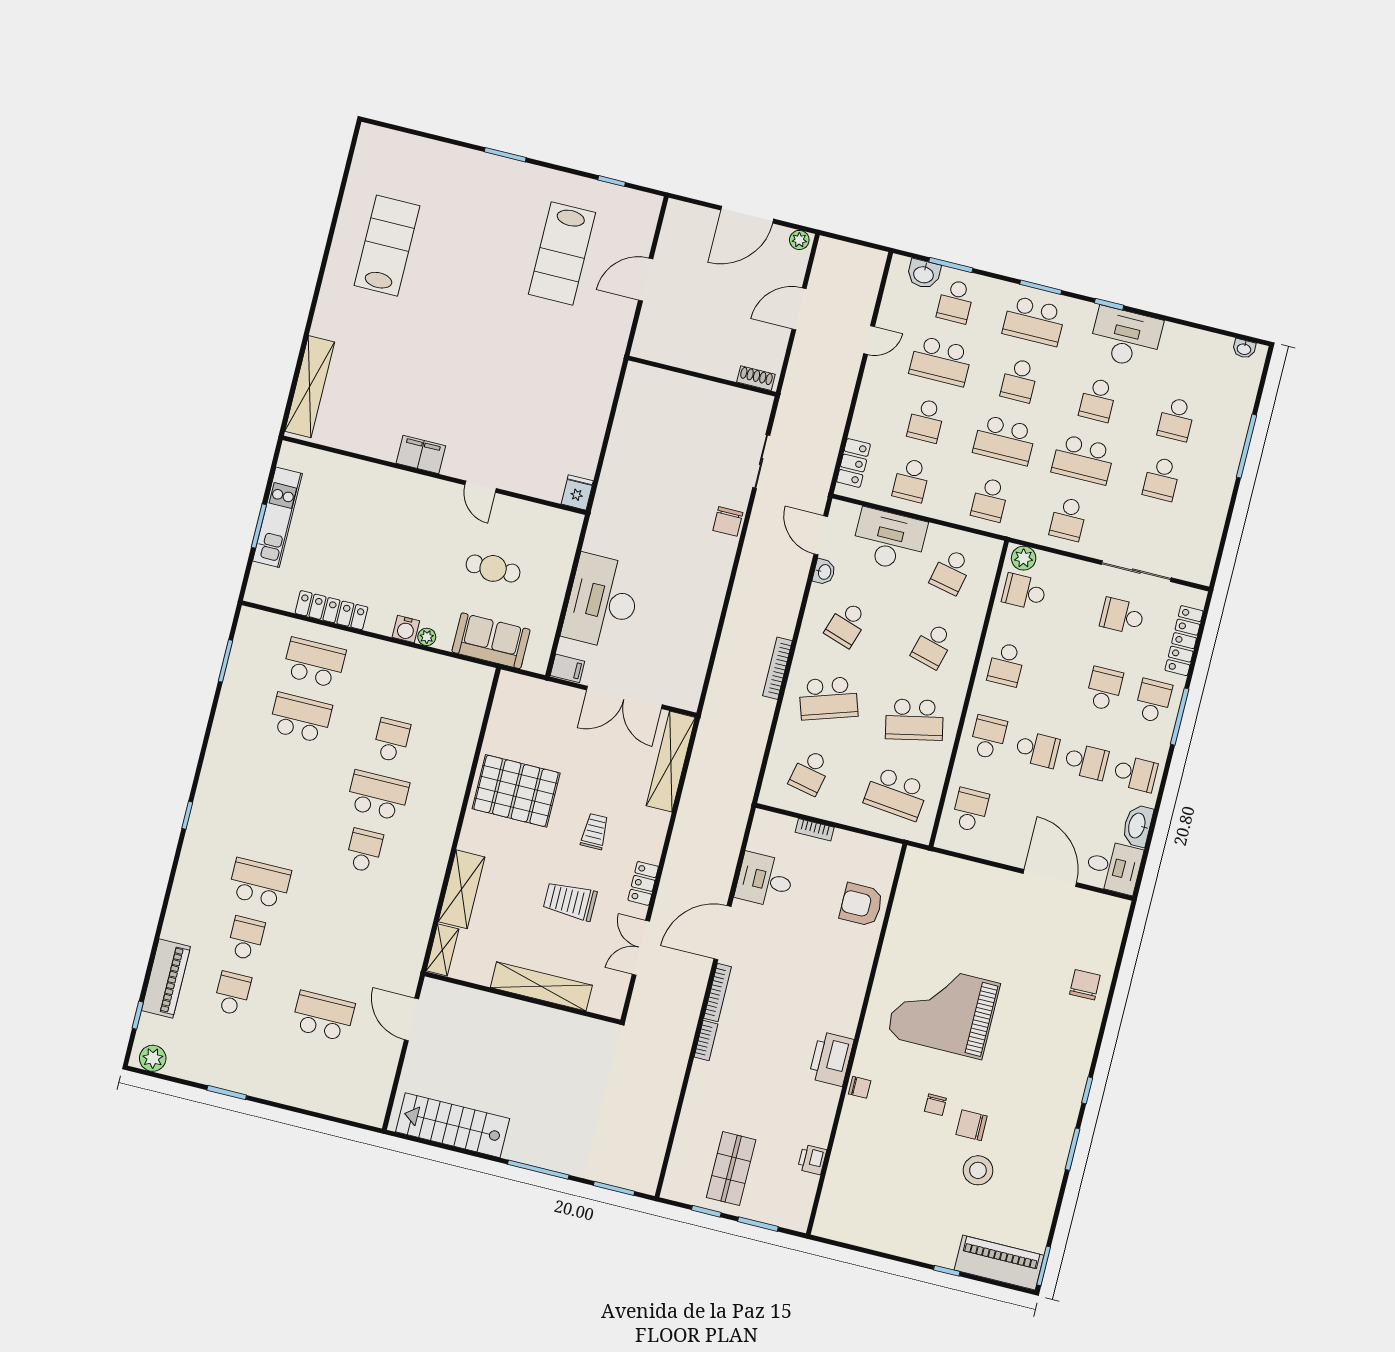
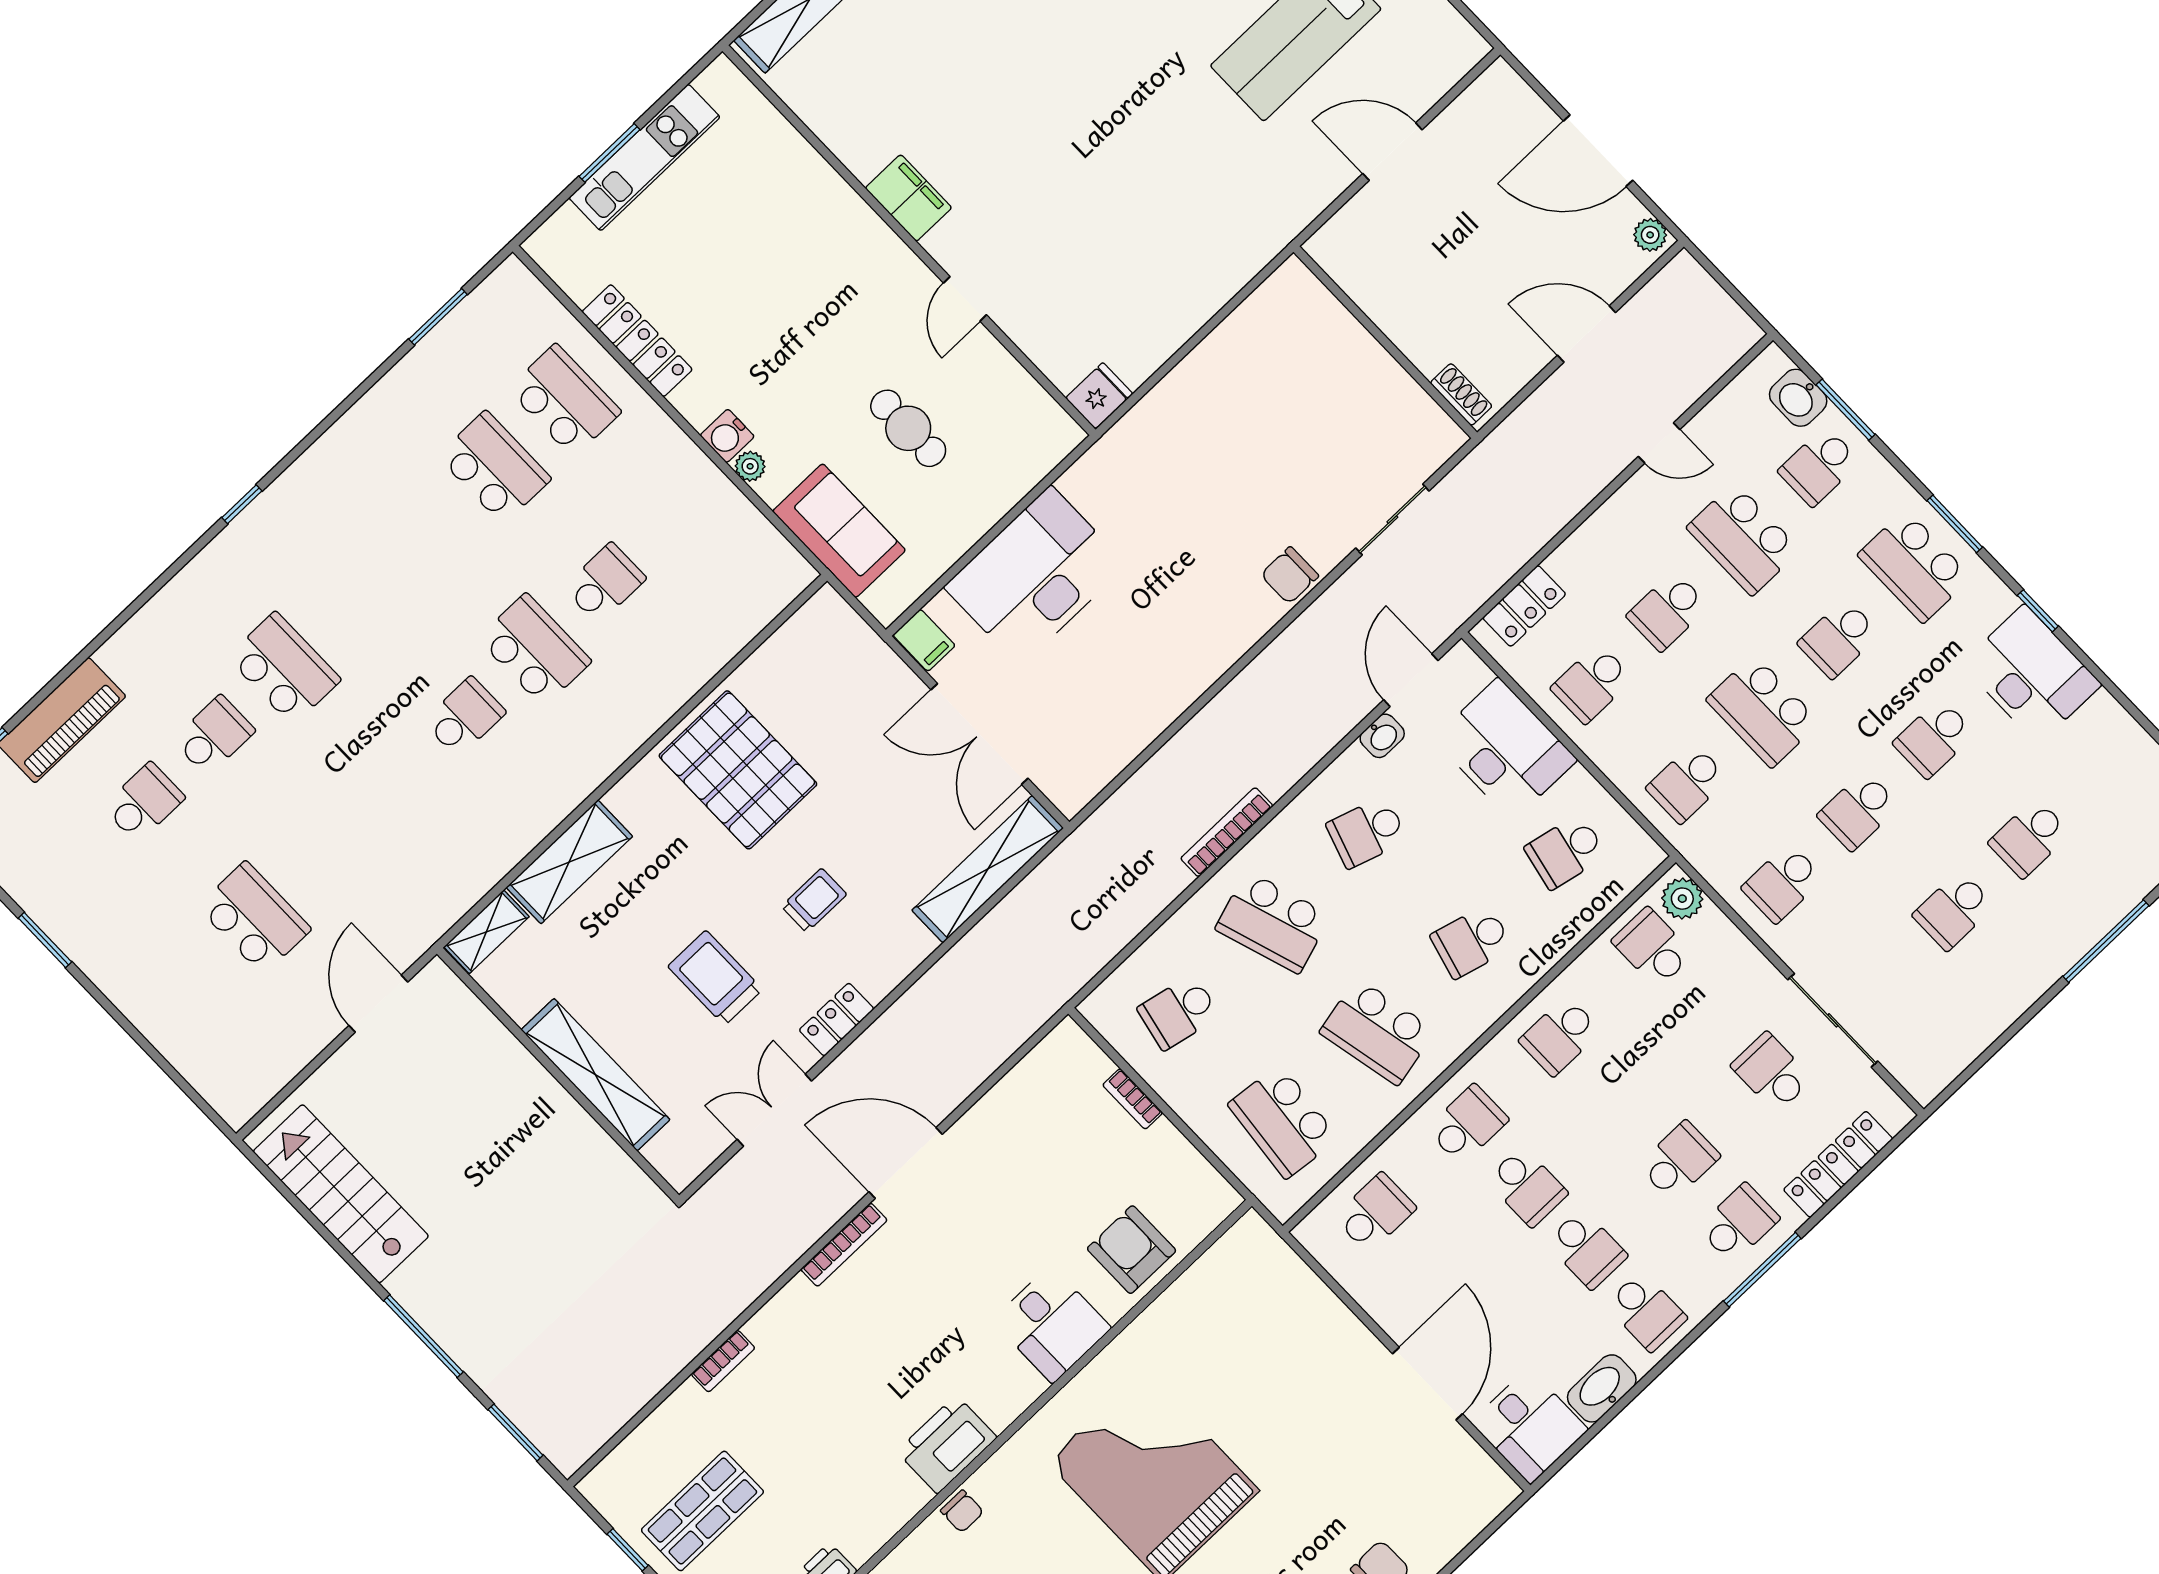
school desk: (1083, 459) -> (1858, 811), width x0.54
desk: (765, 880) -> (1052, 1324), moved, turned 180
bookcase: (706, 1040) -> (723, 1361), moved

